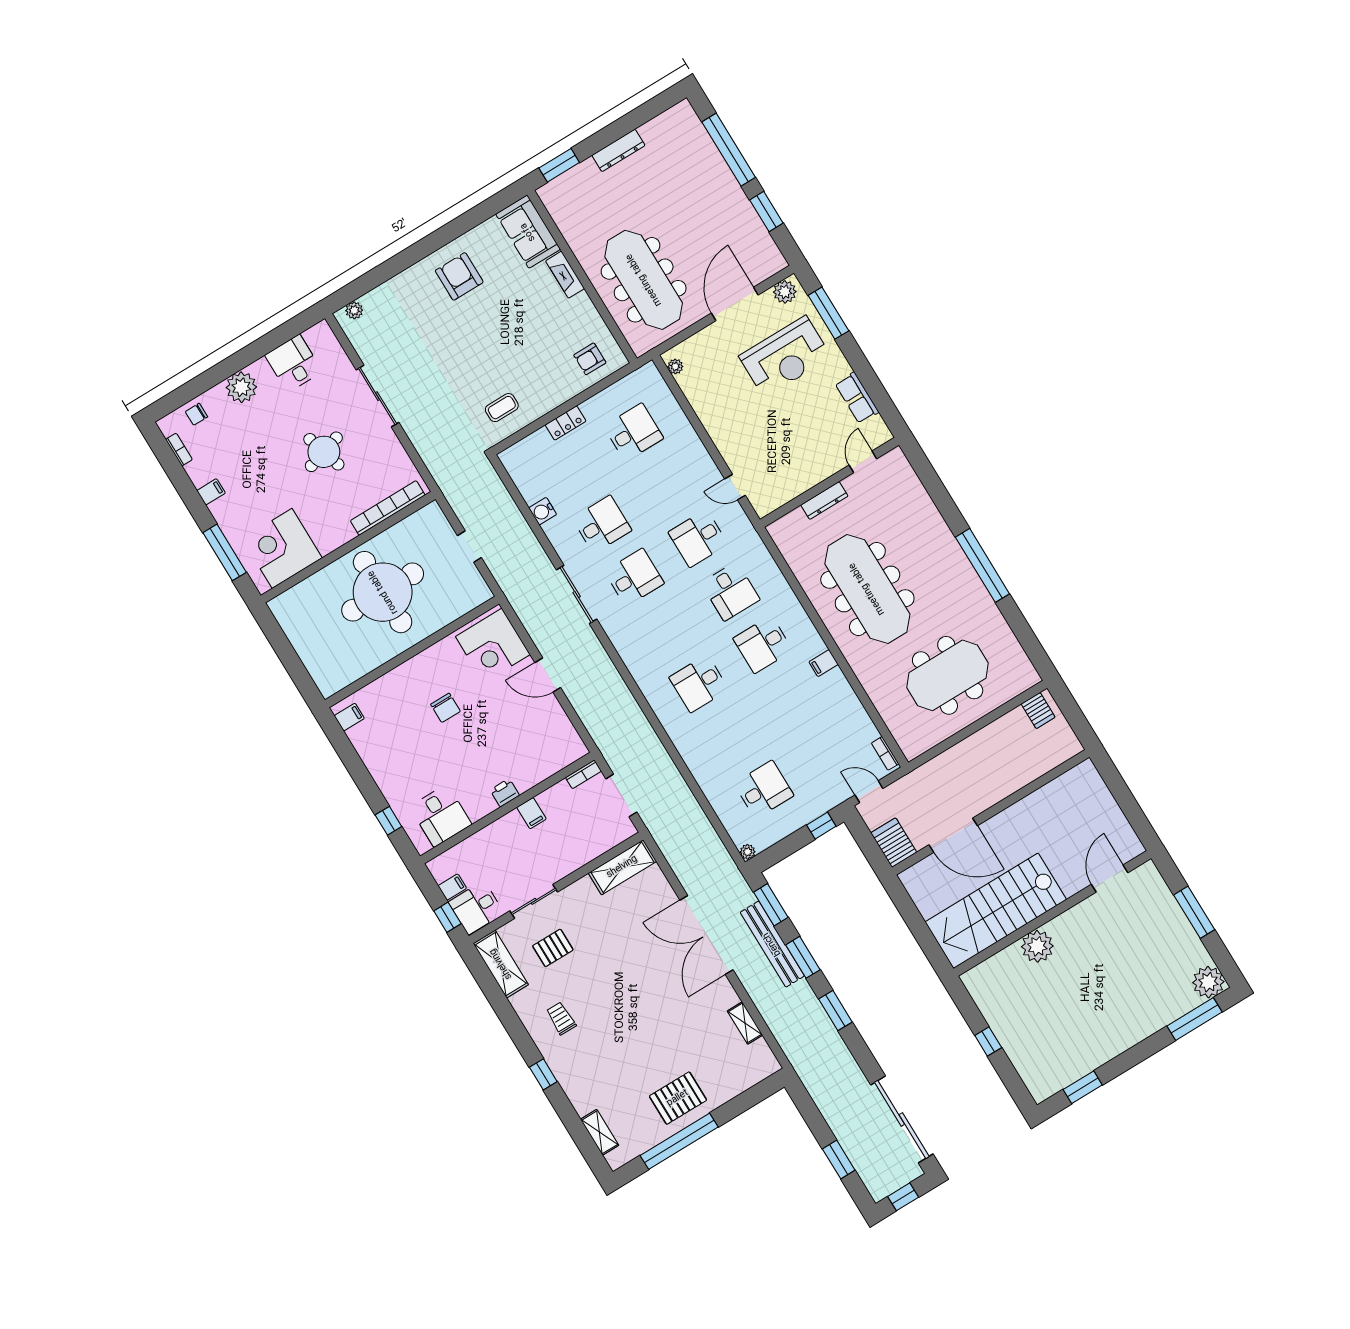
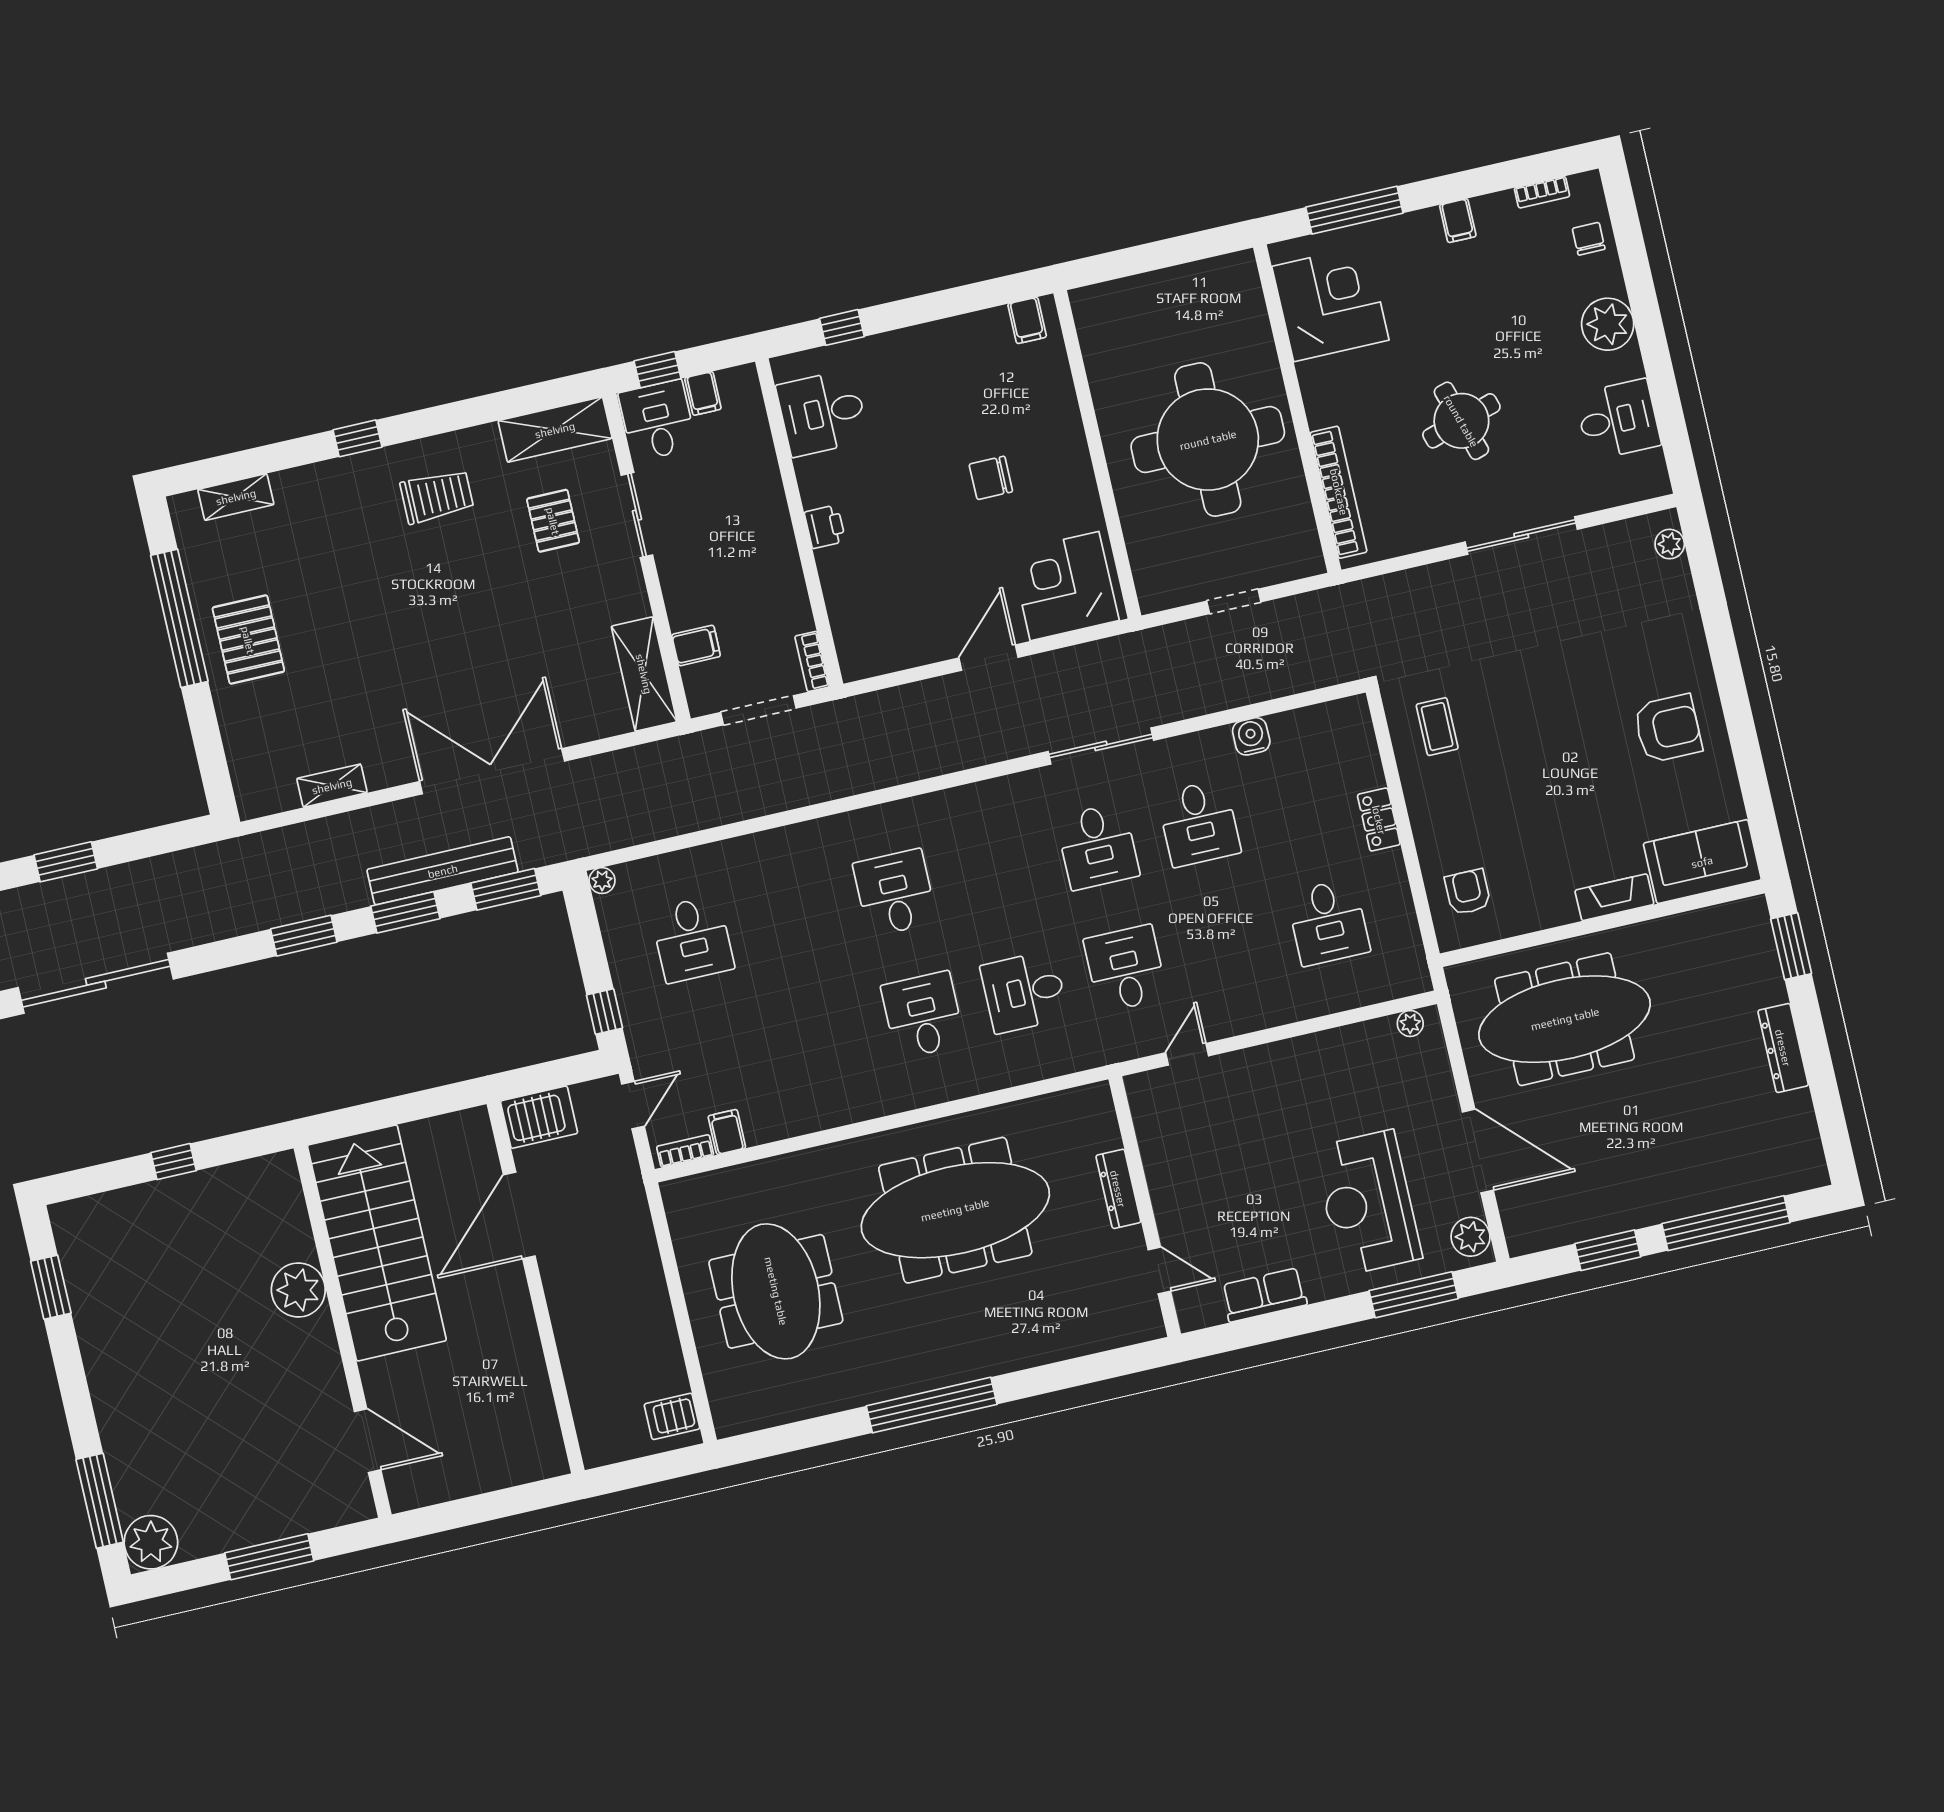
filing cabinet: (824, 663) -> (727, 1132), moved
filing cabinet: (531, 813) -> (696, 645), moved, turned 180
trolley: (561, 1018) -> (437, 496), width x1.36, depth x1.39

